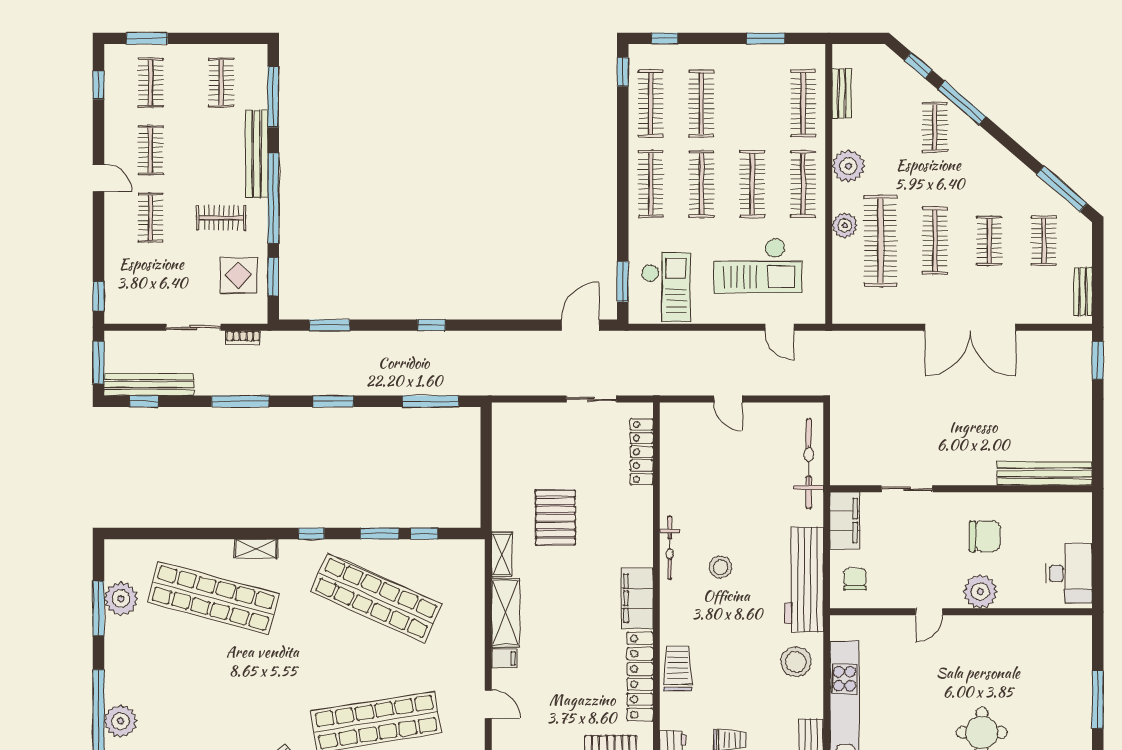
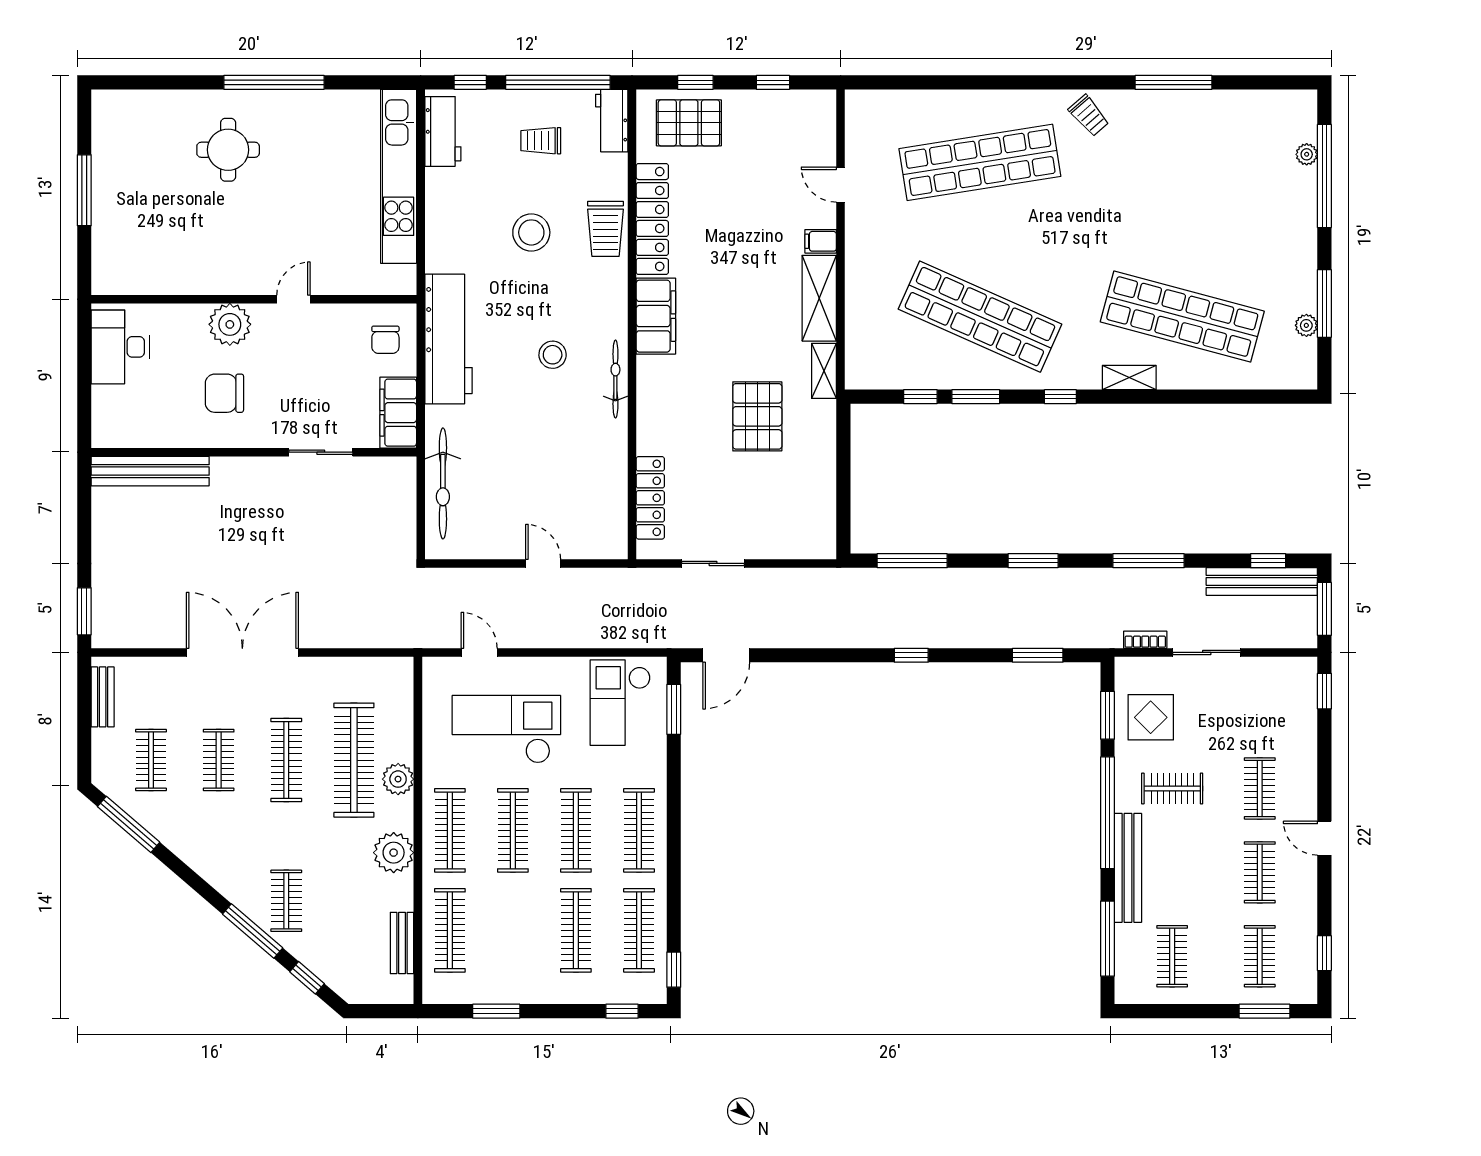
plant: (121, 599) -> (1306, 325), width x0.53, depth x0.53
stool: (796, 662) -> (531, 232), moved
plant: (120, 721) -> (1307, 154), width x0.53, depth x0.53

